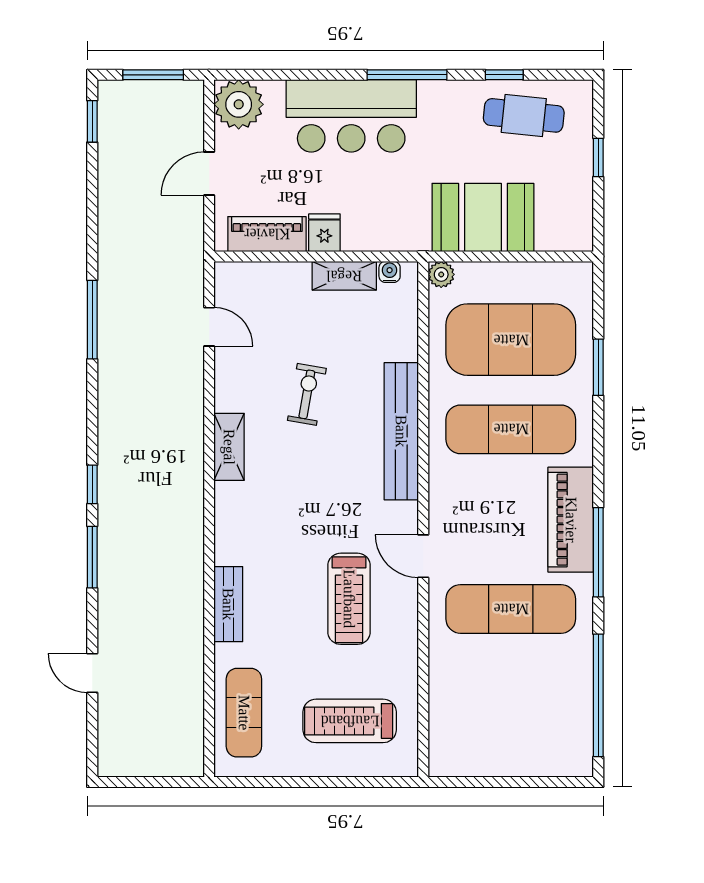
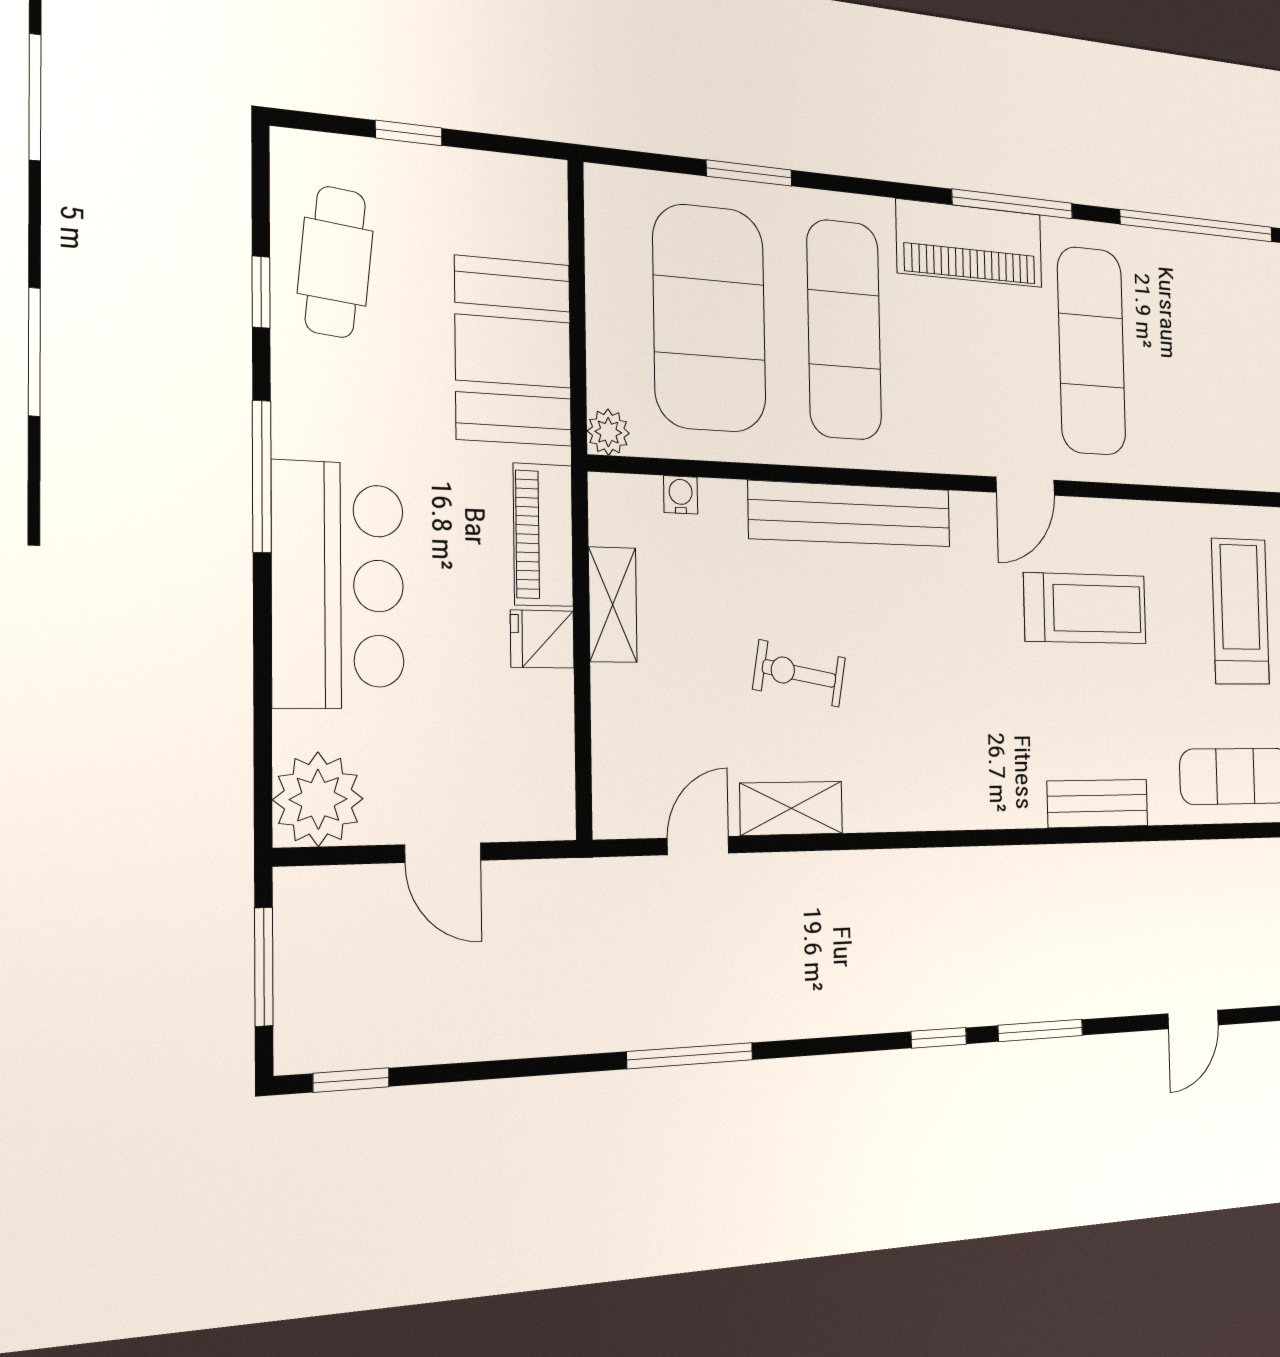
piano: (267, 234) -> (543, 535), moved
water cooler: (390, 272) -> (681, 495), moved, turned 90
shelving: (229, 447) -> (791, 808), moved
treadmill: (350, 721) -> (1240, 611), turned 180

